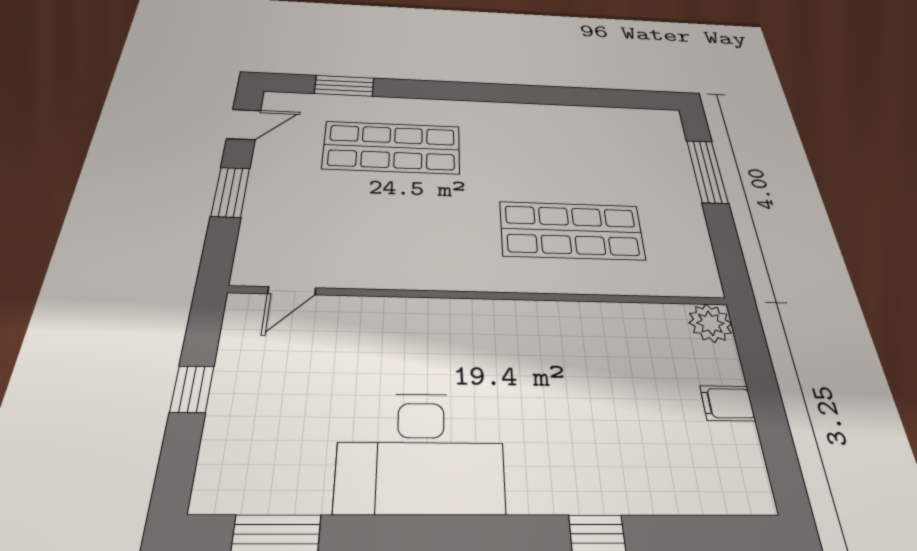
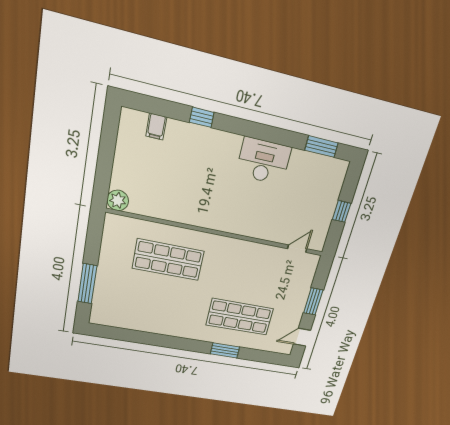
window: (344, 86) -> (225, 350), moved
filing cabinet: (727, 403) -> (156, 127), moved, turned 90
desk: (421, 452) -> (264, 161), width x0.73, depth x0.77

